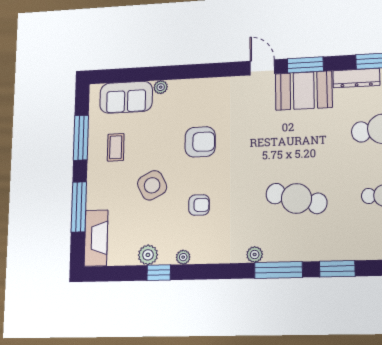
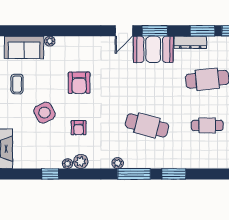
door: (262, 67) -> (124, 31), swing flipped
armchair: (200, 142) -> (79, 83), turned 90
armchair: (199, 205) -> (79, 128), turned 90
plant: (148, 255) -> (81, 162), moved

